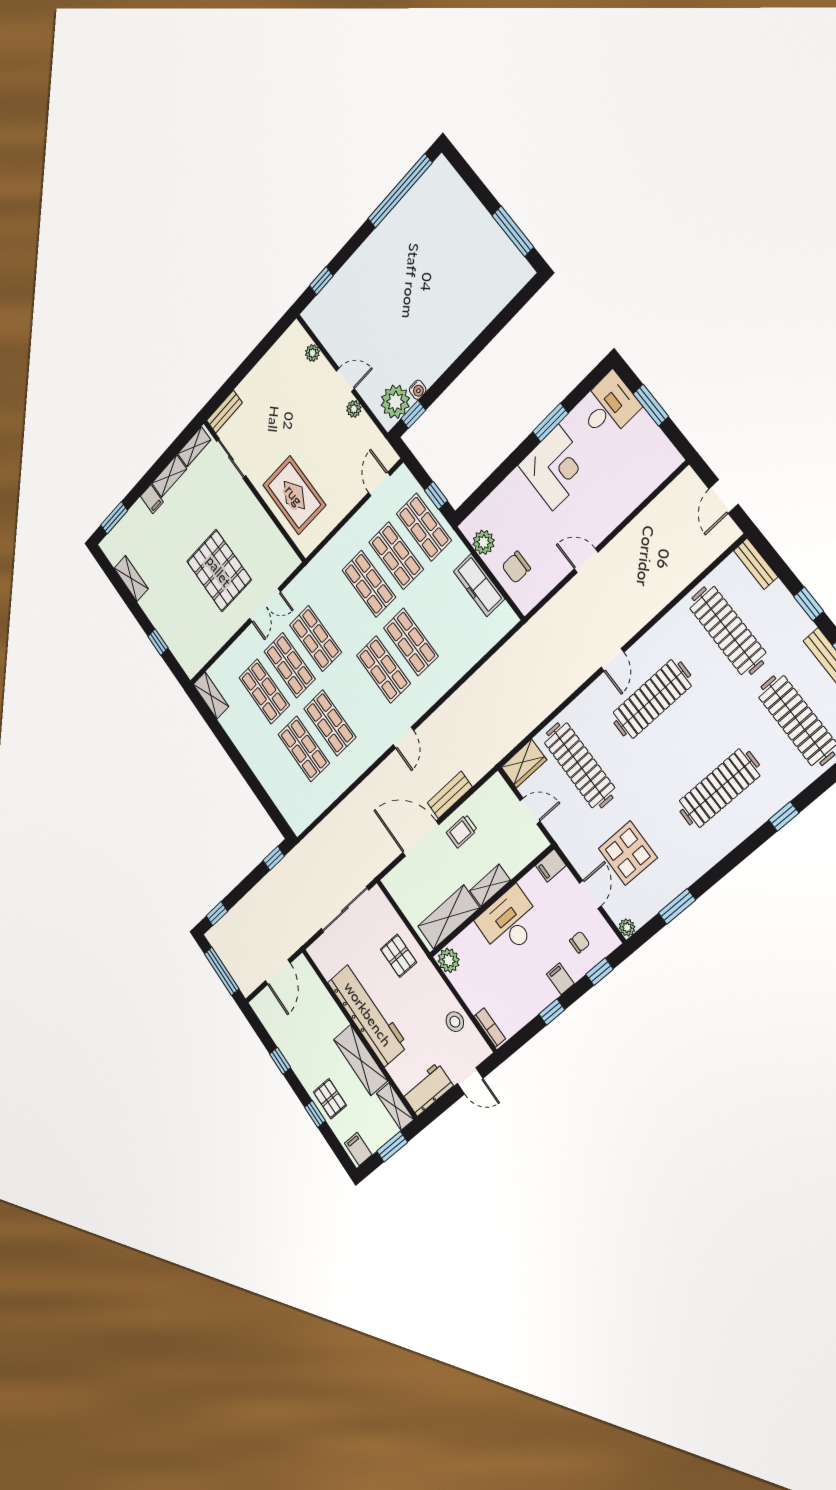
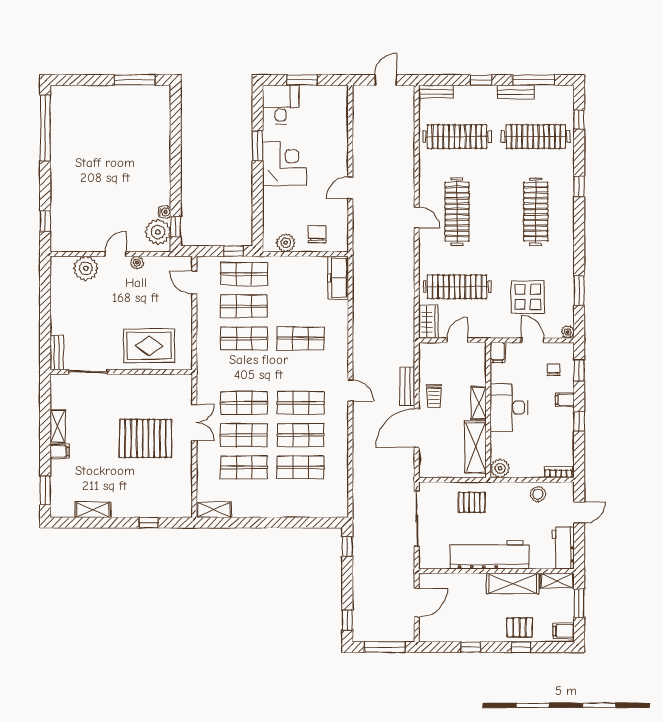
plant: (312, 353) -> (86, 268), width x1.88, depth x1.88
shelving: (194, 447) -> (57, 393), removed
door: (723, 497) -> (386, 80), swing flipped
chair: (516, 567) -> (317, 234), turned 180
freezer: (479, 585) -> (338, 278), moved, turned 90
shop shelf: (383, 669) -> (301, 403), moved
door: (278, 972) -> (417, 603), hinge flipped

